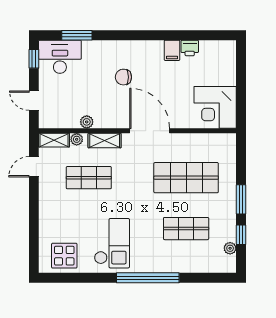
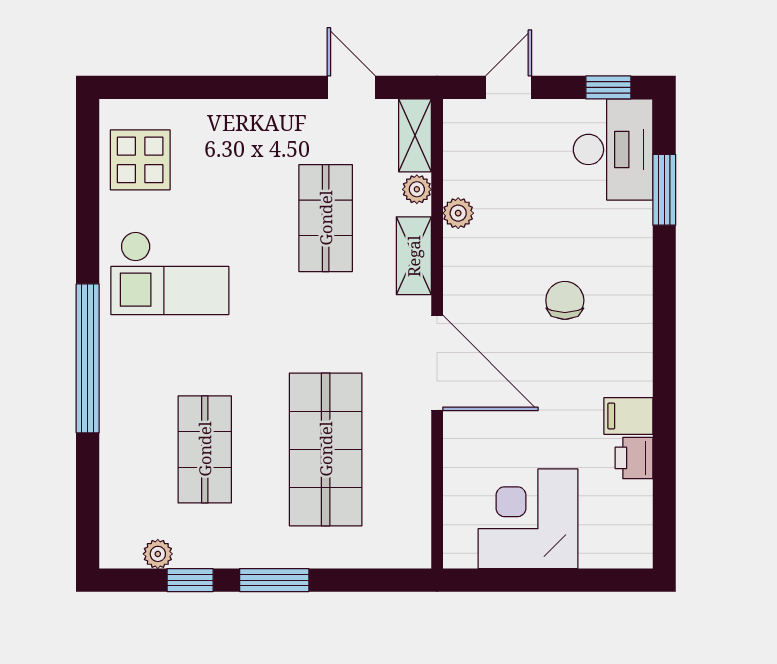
corner desk: (215, 107) -> (528, 519), moved
door: (150, 131) -> (437, 363), hinge flipped

